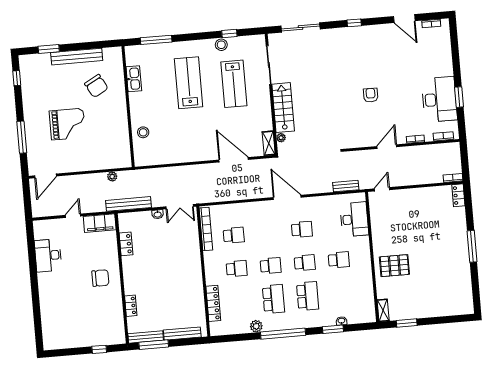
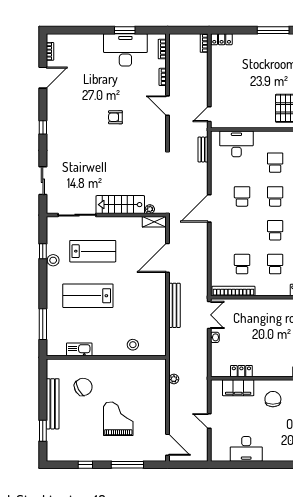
sliding door: (300, 27) -> (43, 181), width x0.73
window: (17, 78) -> (85, 465), moved
door: (382, 189) -> (209, 114), hinge flipped
bench: (128, 204) -> (174, 305), moved
filing cabinet: (100, 223) -> (238, 388), moved, turned 90

